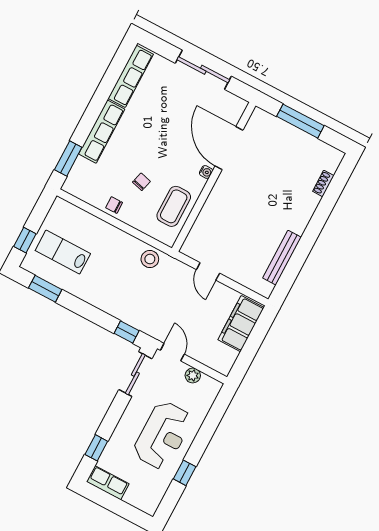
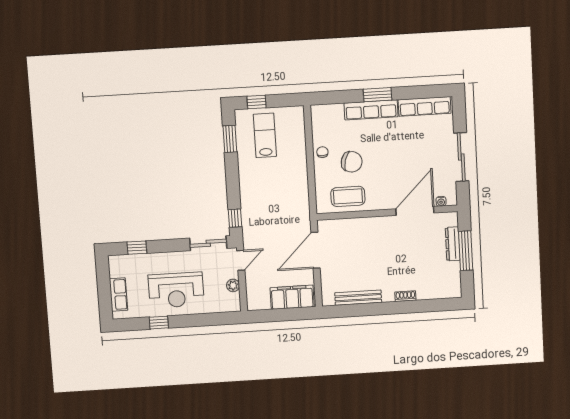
dresser: (286, 130) -> (453, 244), added
window: (68, 159) -> (378, 95), moved
water cooler: (206, 172) -> (441, 201), moved
chair: (141, 182) -> (352, 162), width x1.87, depth x1.87
shoe rack: (323, 183) -> (405, 296), moved
stool: (150, 259) -> (299, 203), removed
door: (208, 271) -> (316, 250), width x1.87
row of seats: (108, 483) -> (118, 295), moved

